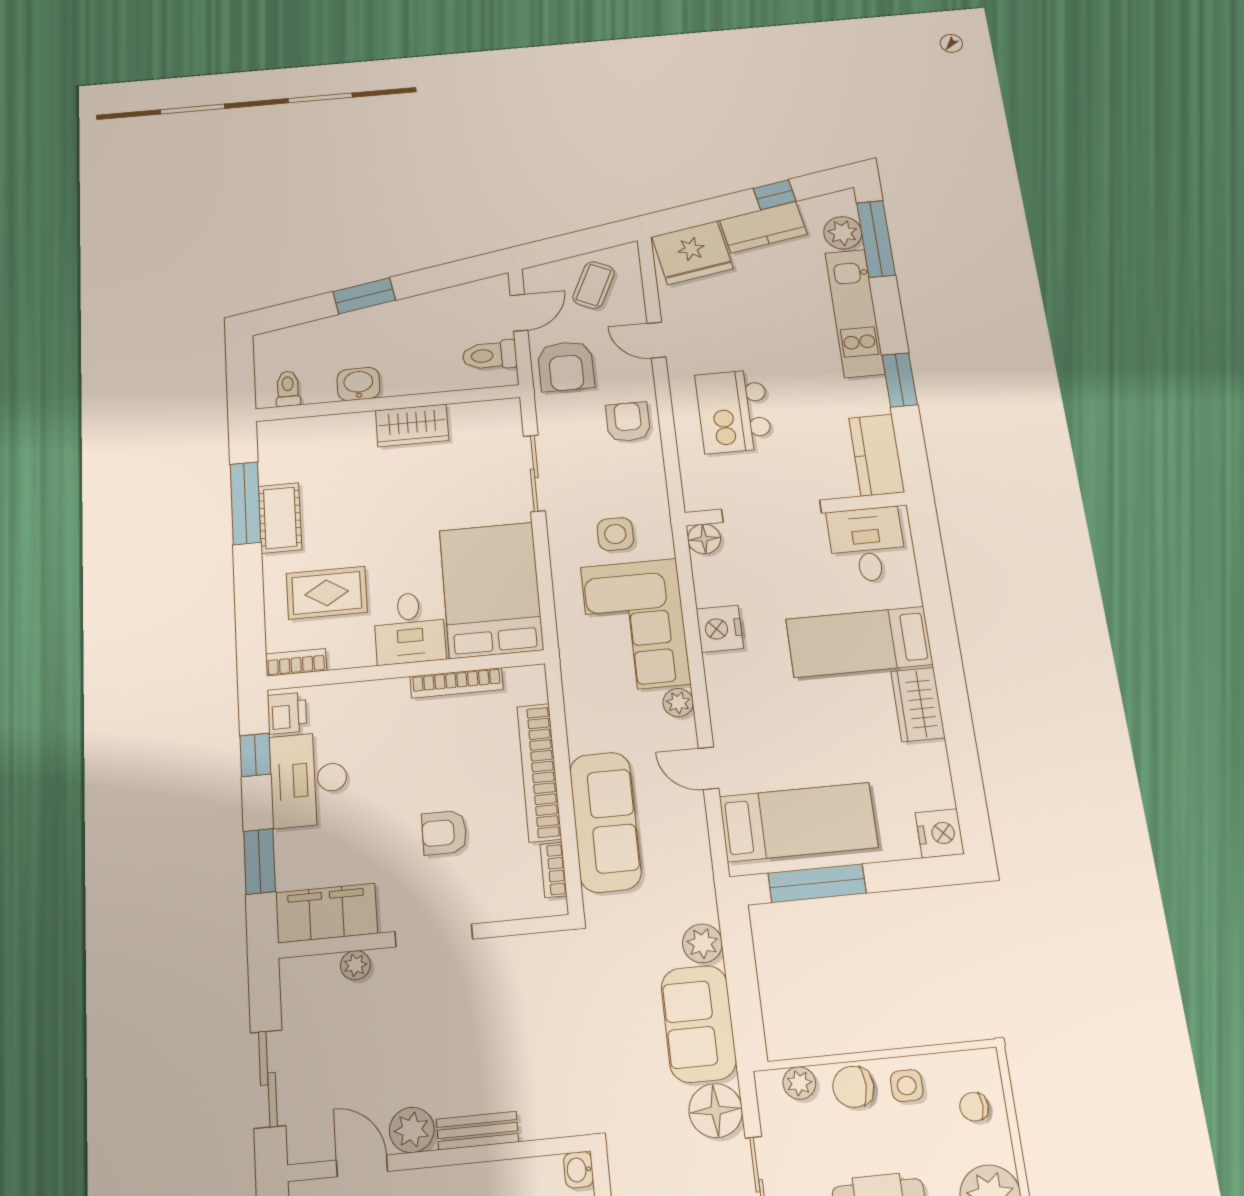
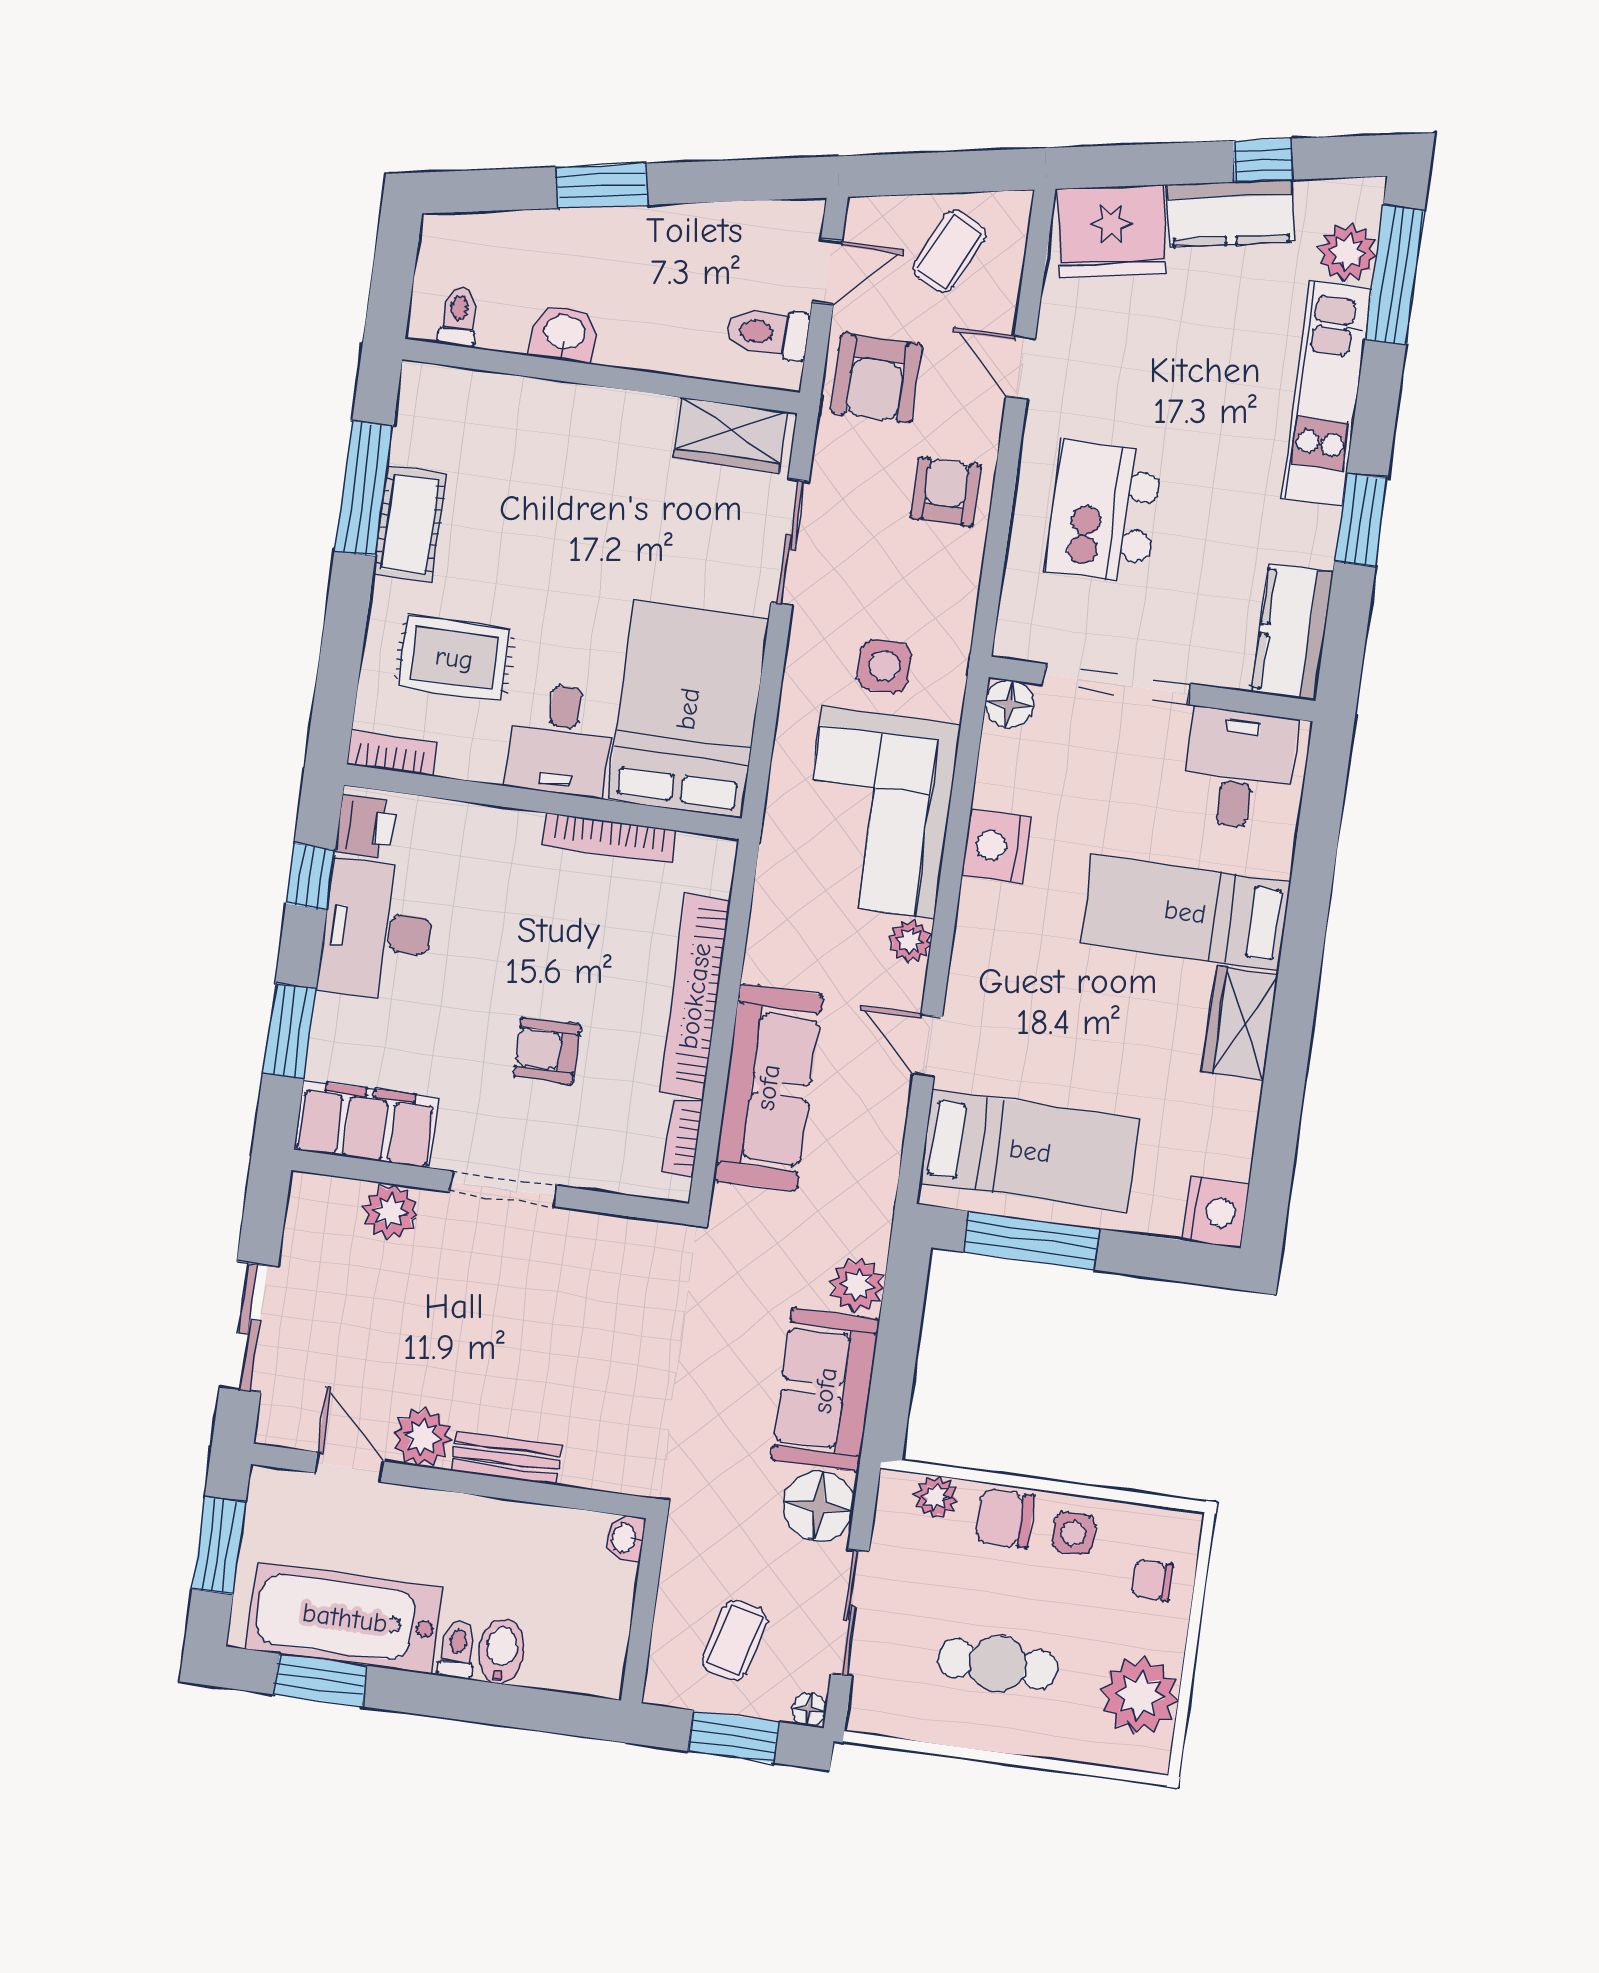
wardrobe: (412, 425) -> (730, 435), moved
plant: (355, 965) -> (390, 1212), width x1.38, depth x1.38

